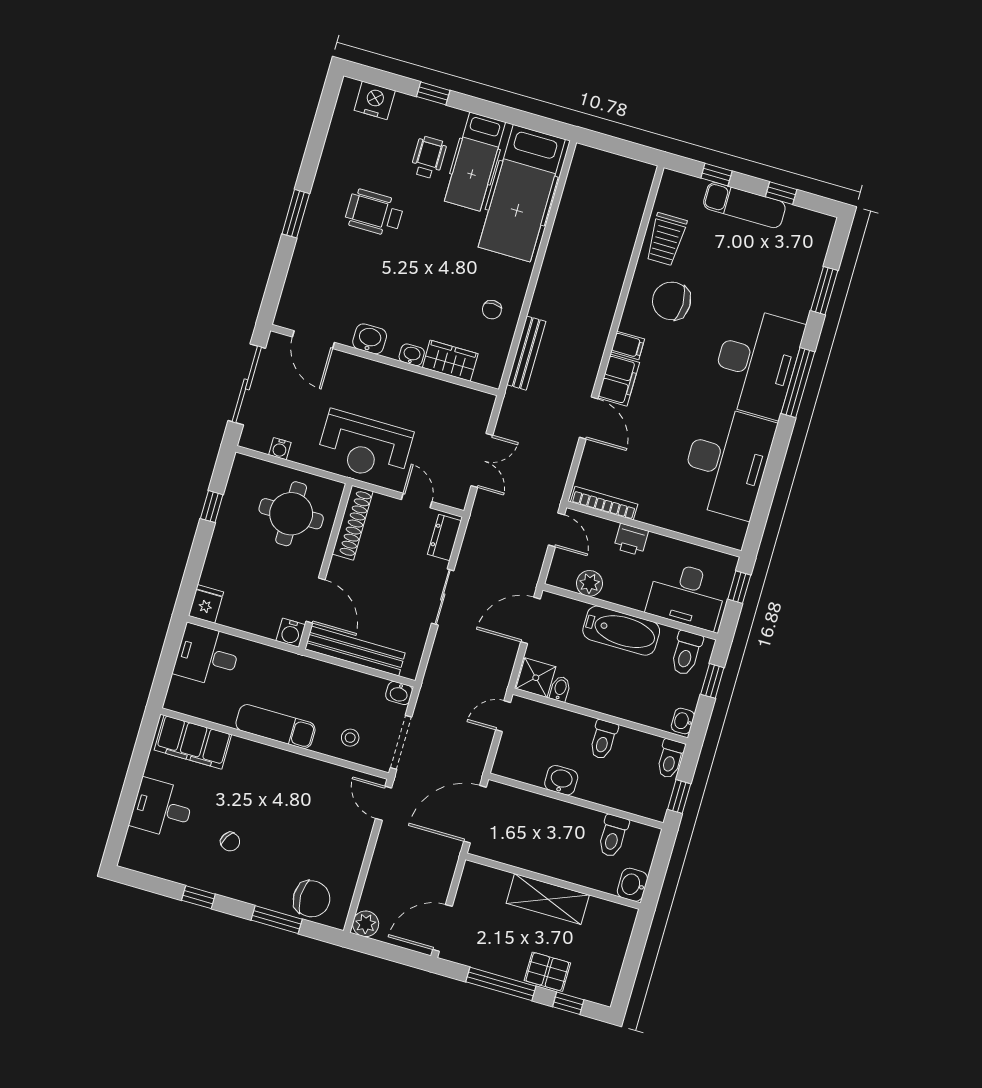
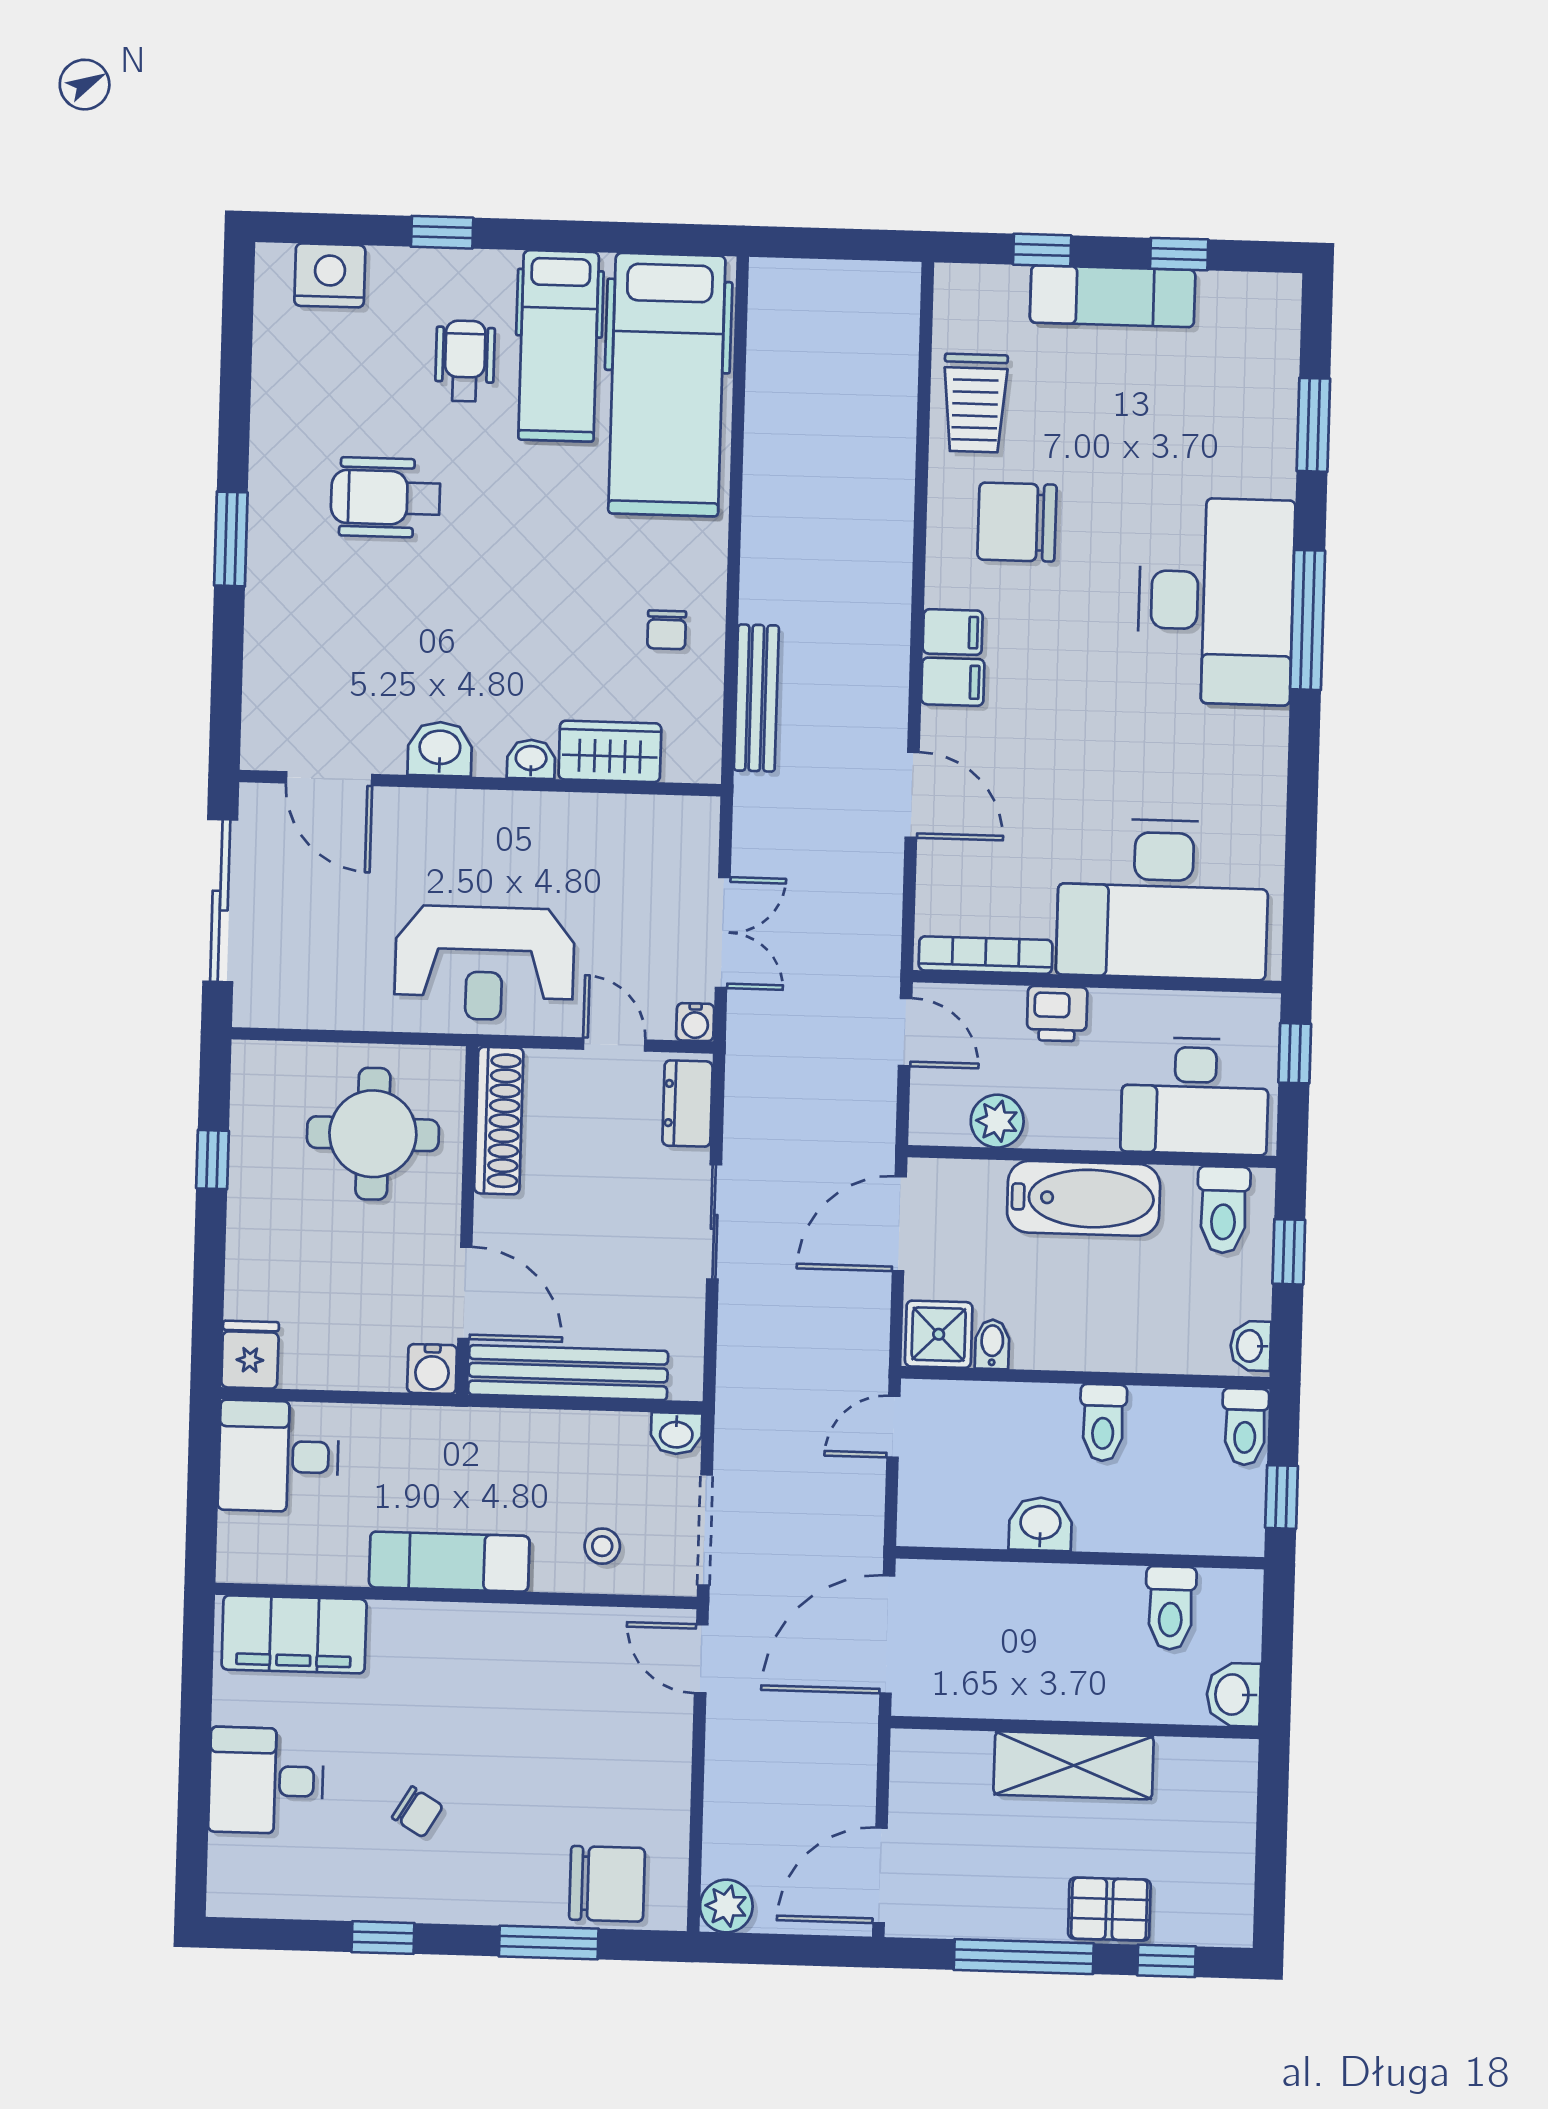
filing cabinet: (619, 380) -> (953, 682), width x0.50
water cooler: (280, 449) -> (695, 1022), moved
desk: (727, 462) -> (1163, 899), moved, turned 90

